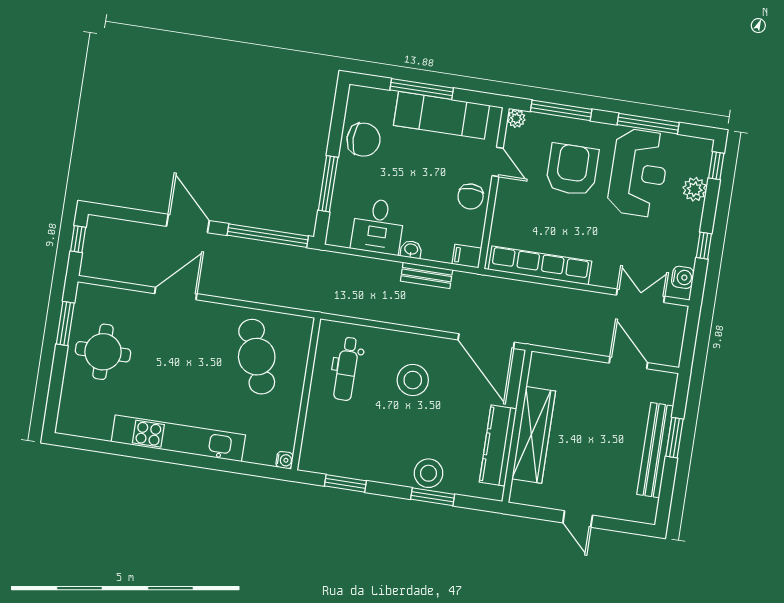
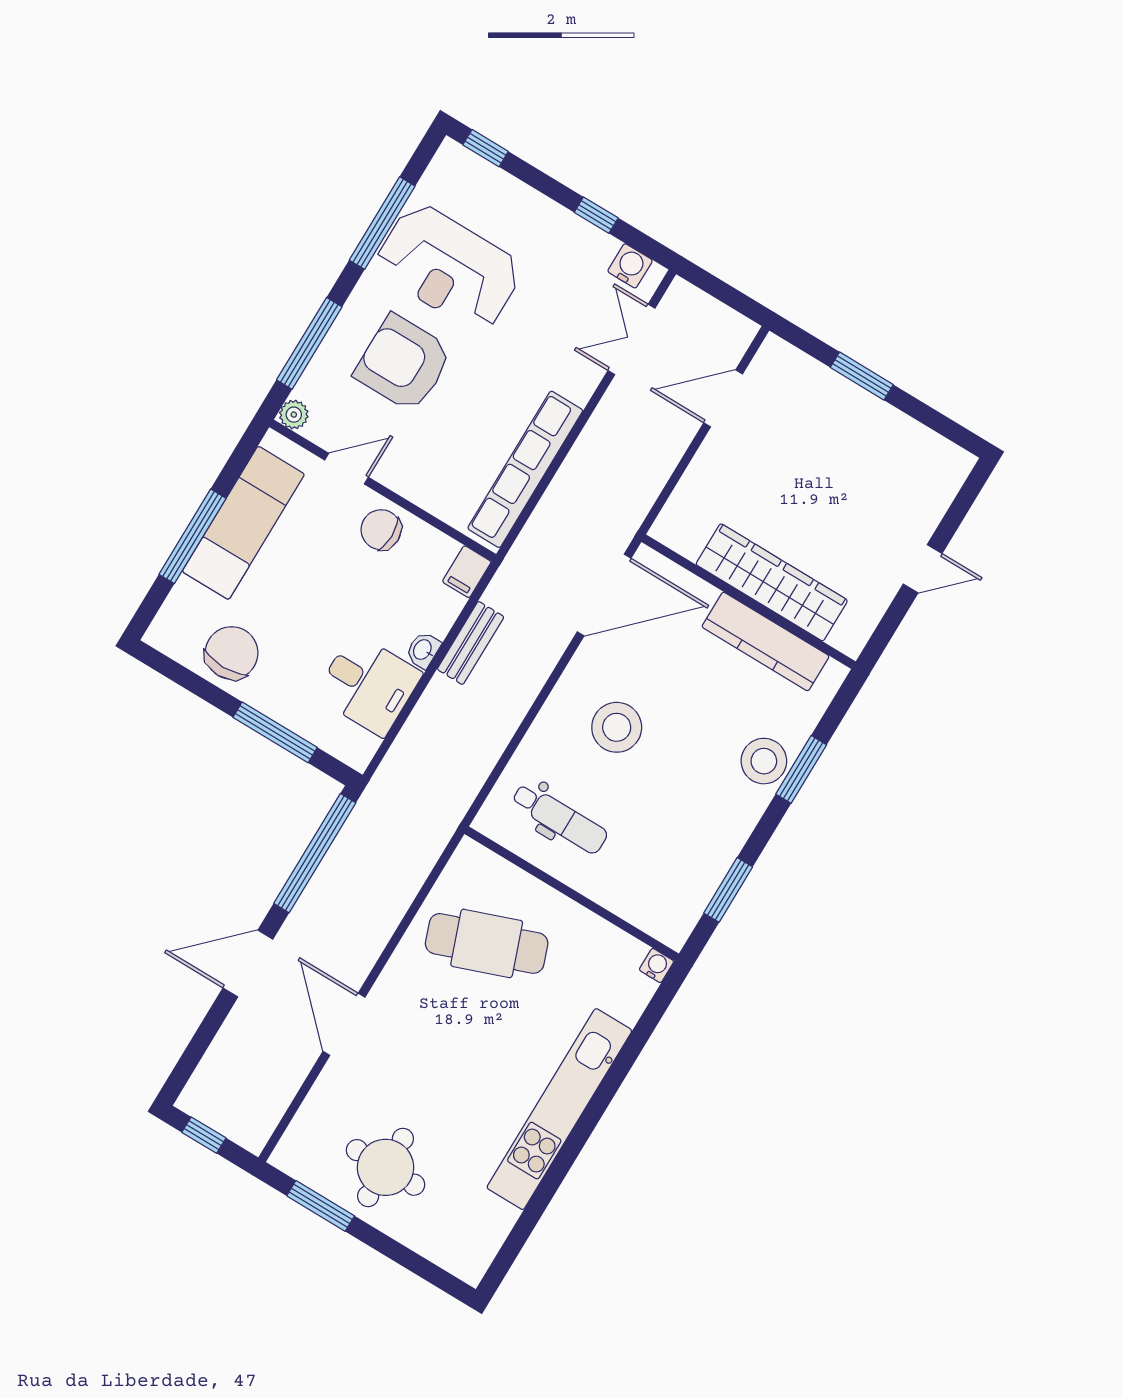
reception desk: (638, 173) -> (448, 267), turned 180
plant: (695, 189) -> (507, 194), removed
chair: (471, 196) -> (381, 530), turned 180
bench: (655, 450) -> (868, 412), removed

